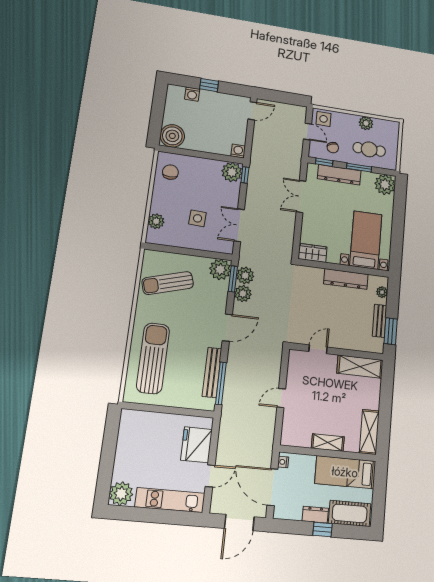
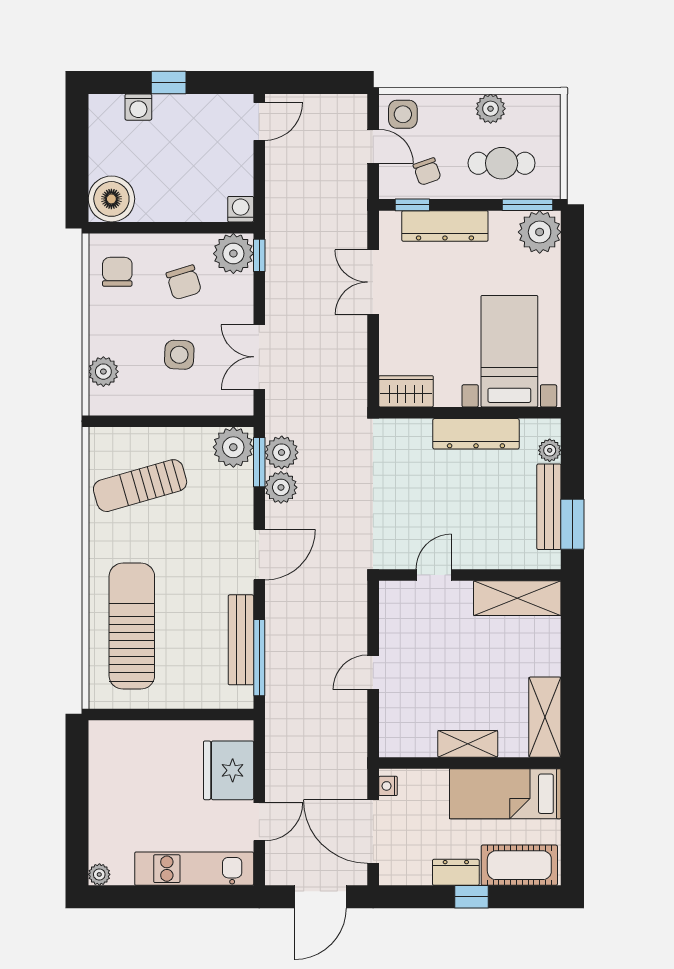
window: (359, 168) -> (528, 205), moved
chair: (204, 182) -> (184, 282), added
bench: (380, 321) -> (549, 507), width x1.36
plant: (121, 494) -> (99, 874), width x0.53, depth x0.53

